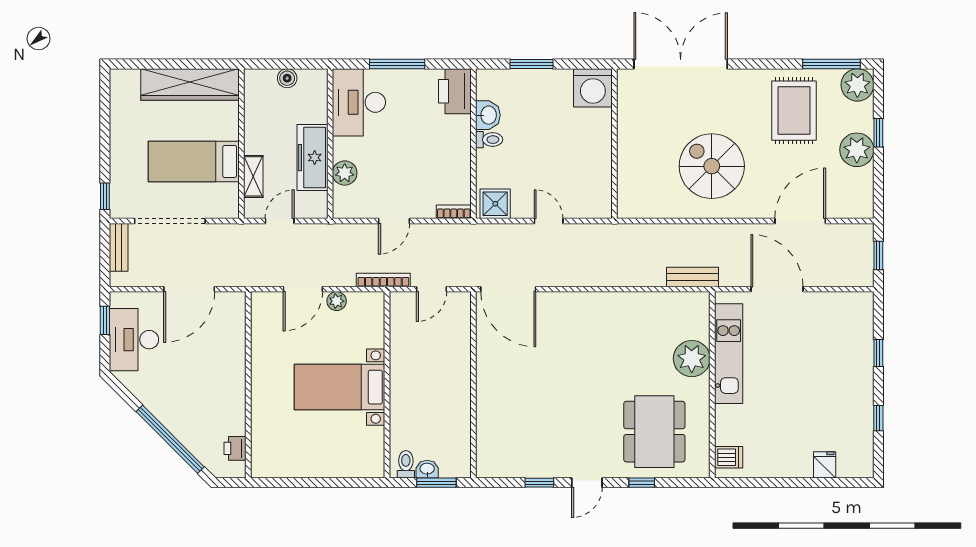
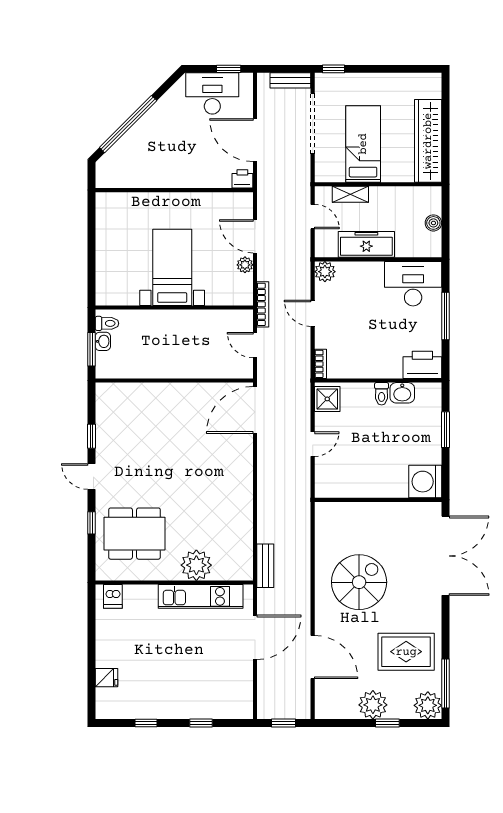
plant: (345, 173) -> (325, 272), moved
printer: (235, 448) -> (242, 179), moved

